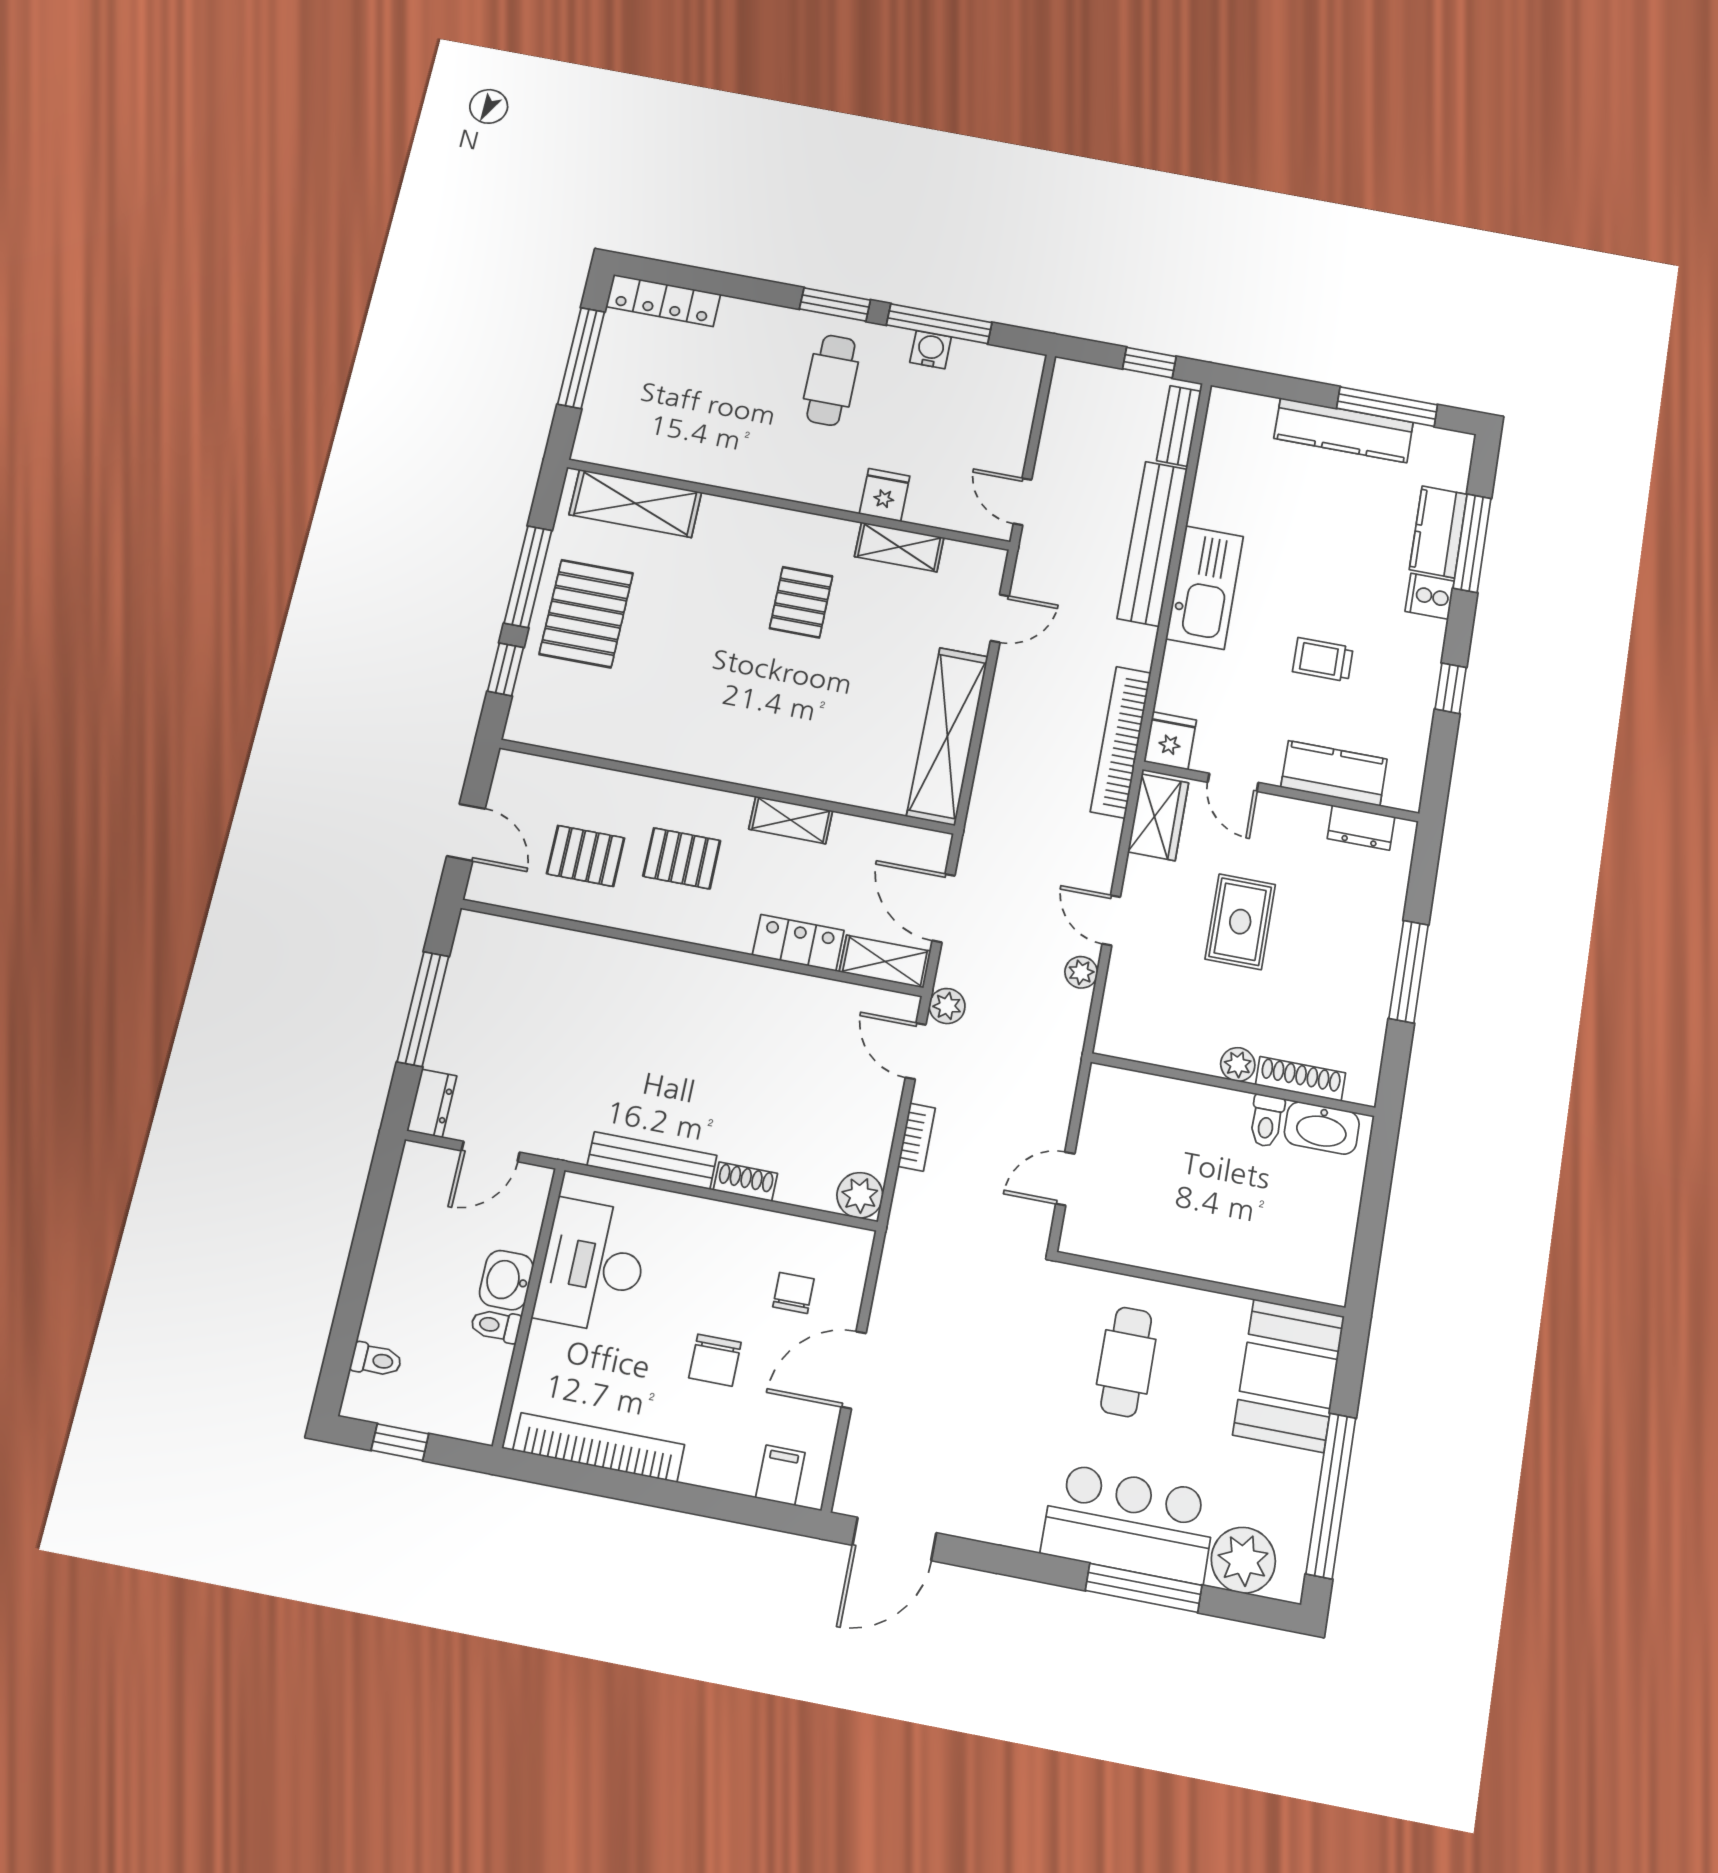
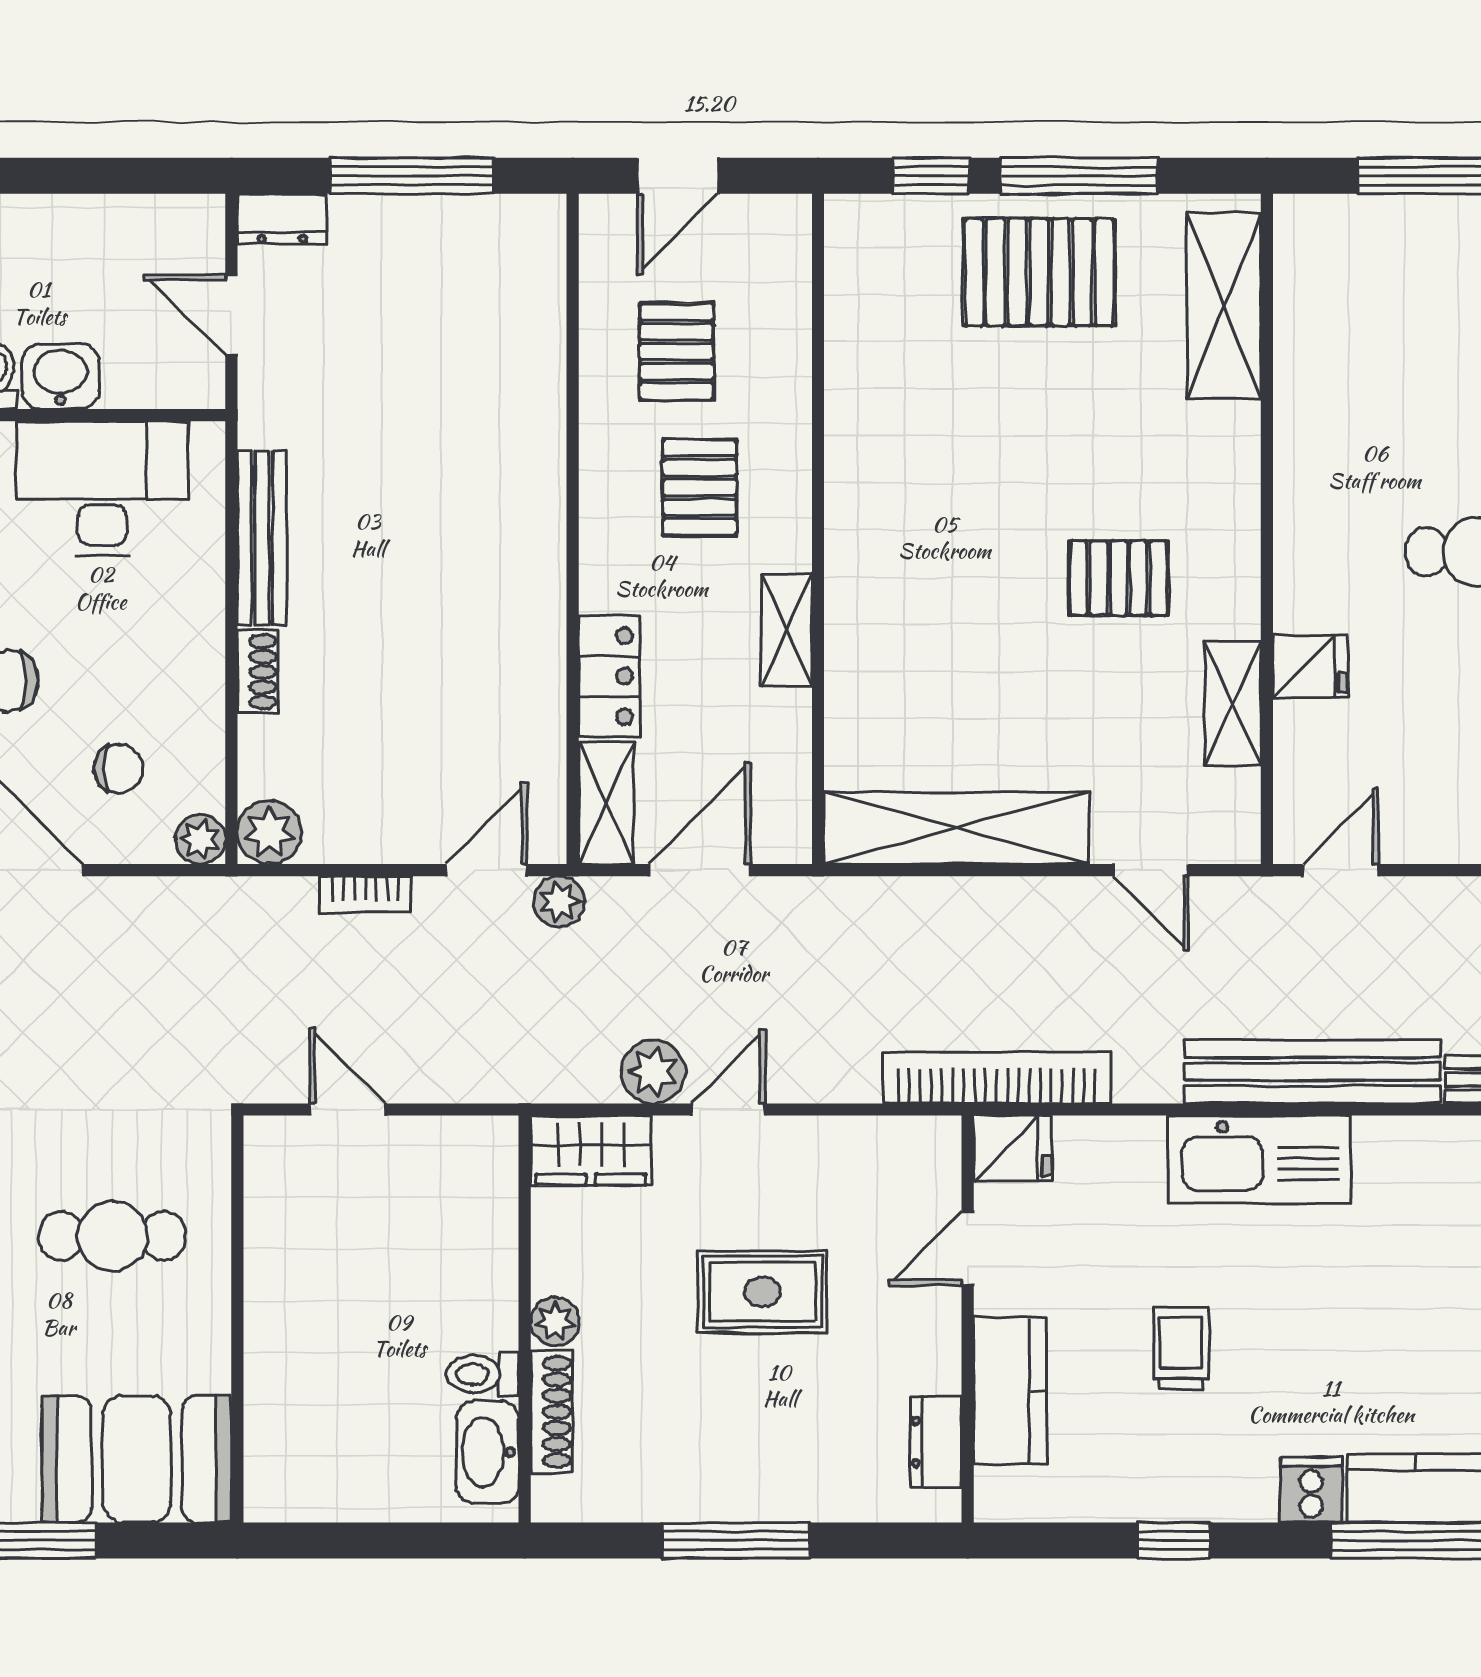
wardrobe: (1158, 817) -> (591, 1150), moved
plant: (1081, 972) -> (653, 1072), width x1.38, depth x1.38
plant: (855, 1245) -> (201, 839), added

